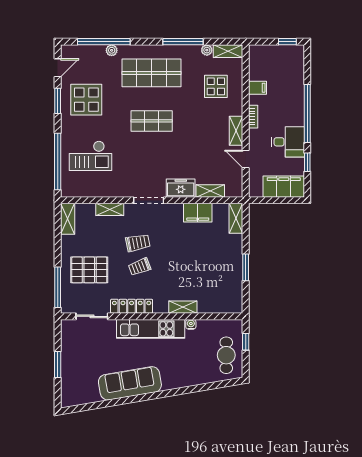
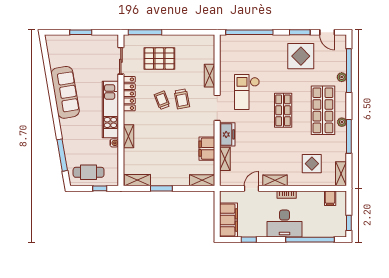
plant: (207, 50) -> (342, 122), moved
filing cabinet: (257, 88) -> (330, 198), moved
window: (307, 114) -> (310, 240), moved
desk: (288, 142) -> (284, 224), moved, width x1.37
checkout: (90, 156) -> (247, 92), moved
shelving: (68, 219) -> (137, 180), moved
pallet: (89, 270) -> (159, 59), turned 90
window: (206, 387) -> (62, 155), added

